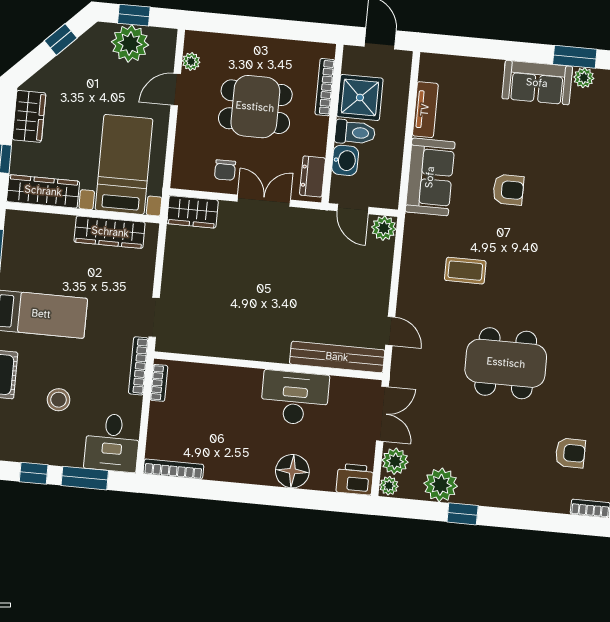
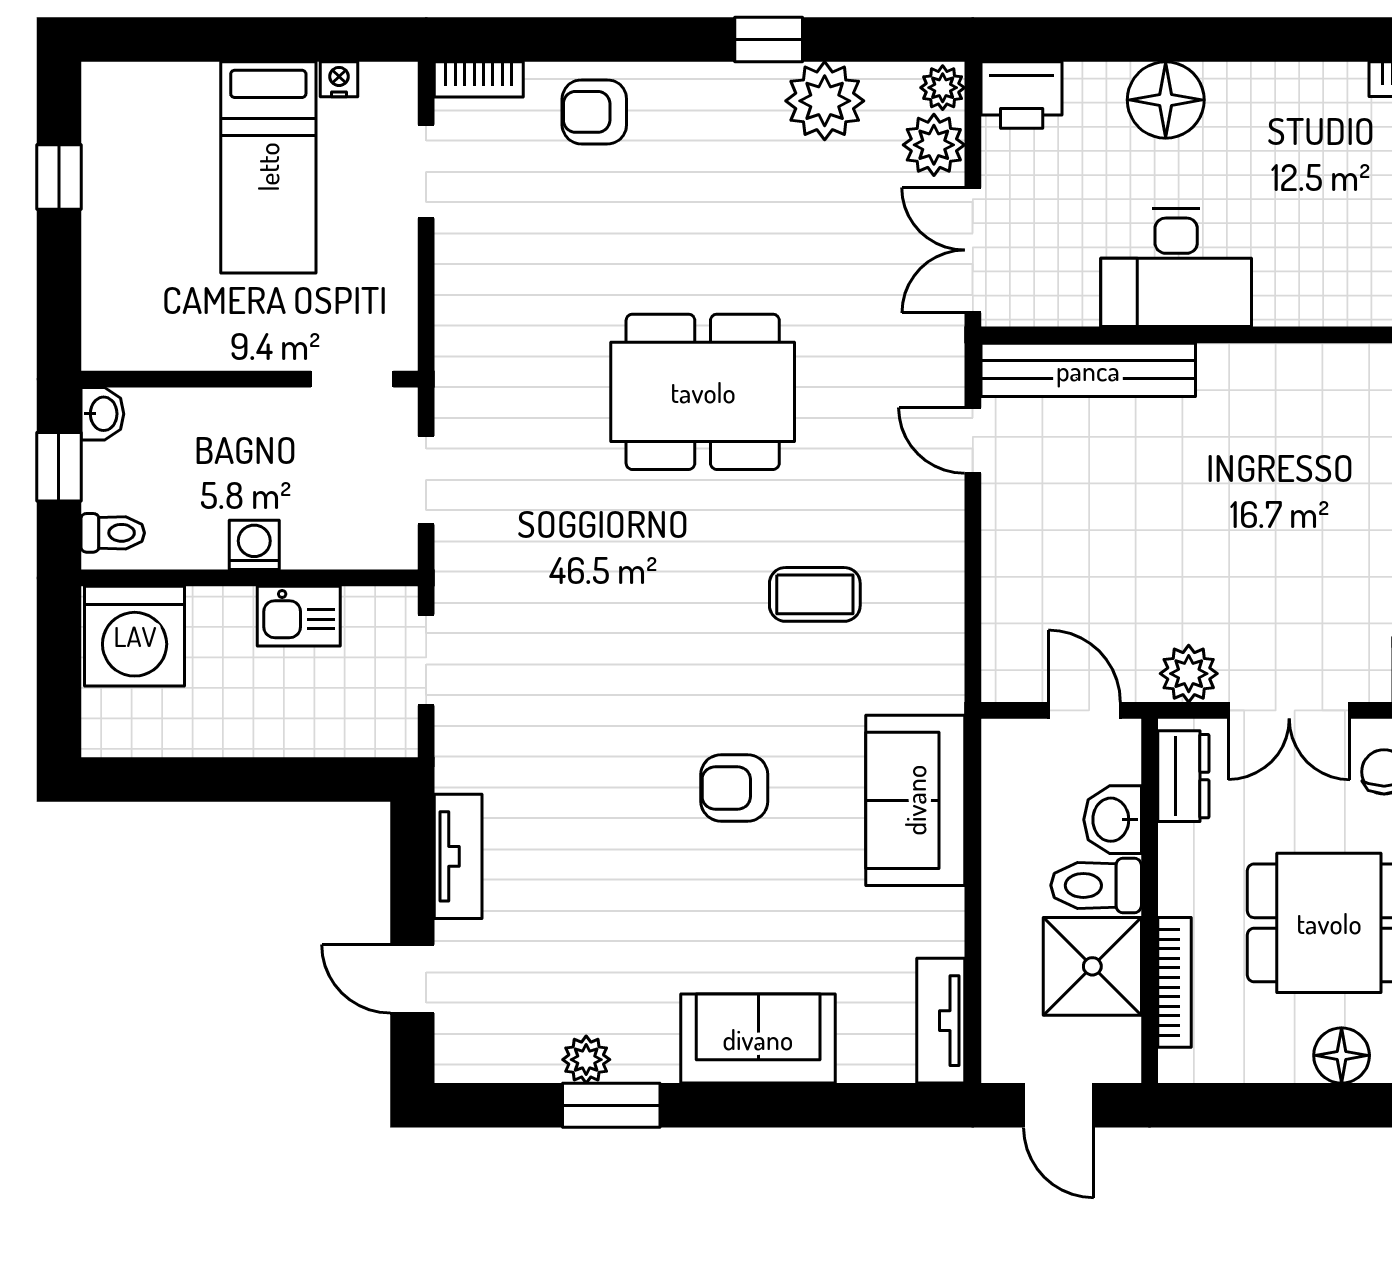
floor lamp: (255, 48) -> (1342, 1055), added
sofa: (537, 83) -> (758, 1039), moved
tv unit: (425, 110) -> (941, 1021), moved
plant: (384, 228) -> (1189, 674), moved
armchair: (570, 453) -> (594, 112), moved

